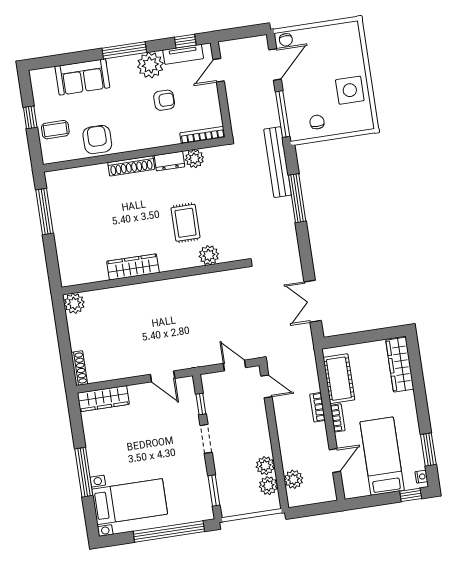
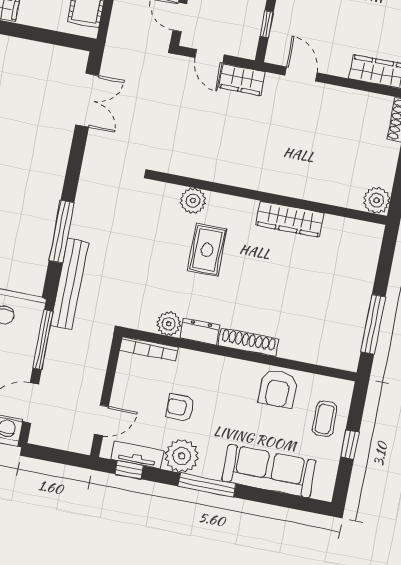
sofa: (82, 77) -> (269, 471), width x1.36
coffee table: (55, 130) -> (325, 419), turned 90
wardrobe: (204, 357) -> (242, 80), added

